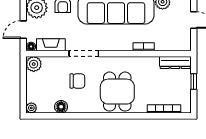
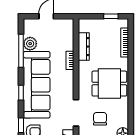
dresser: (175, 63) -> (84, 47), moved
window: (194, 81) -> (111, 16), moved

